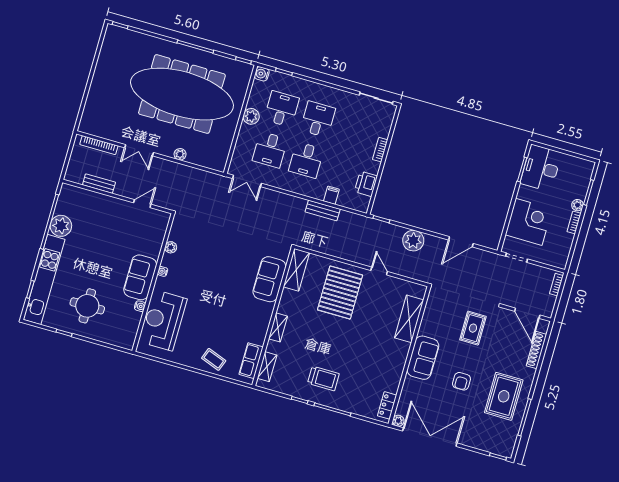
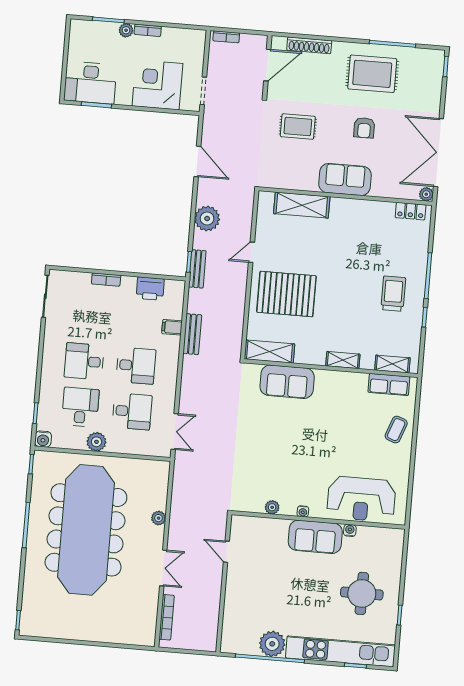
desk: (282, 109) -> (80, 407), turned 90
bench: (99, 184) -> (197, 269), moved
armchair: (461, 381) -> (364, 128), turned 90

